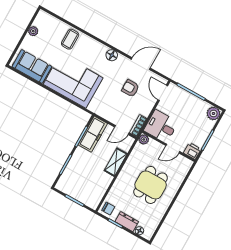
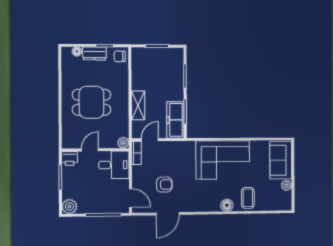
floor lamp: (112, 55) -> (227, 205), moved
sofa: (32, 67) -> (281, 160), moved, turned 90
dining table: (151, 185) -> (91, 102), turned 90

